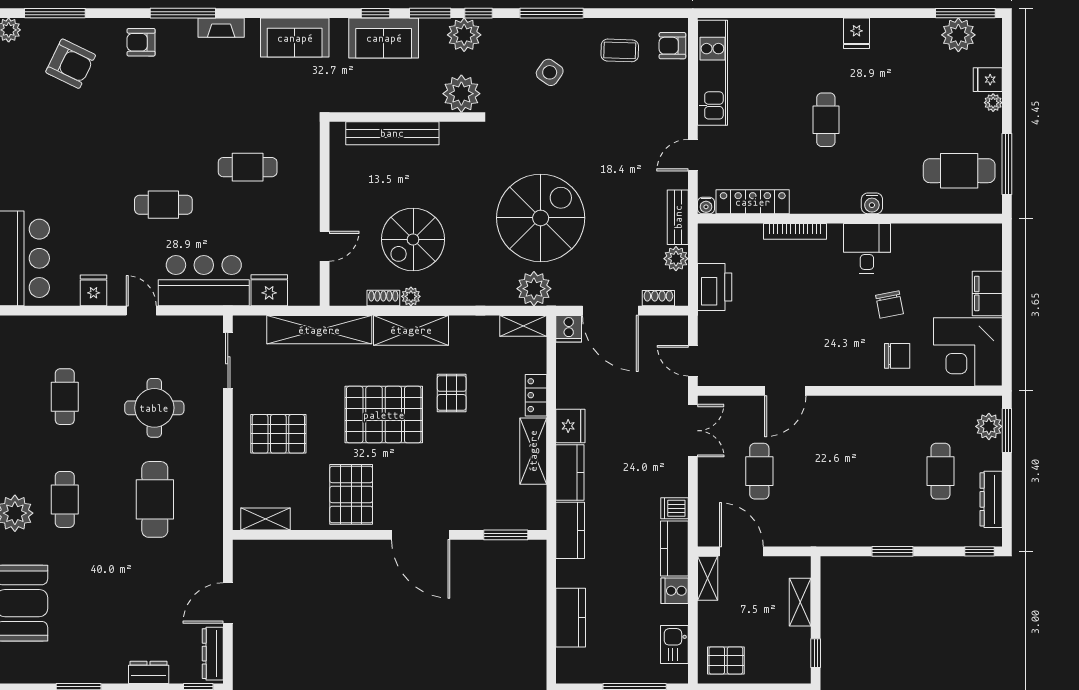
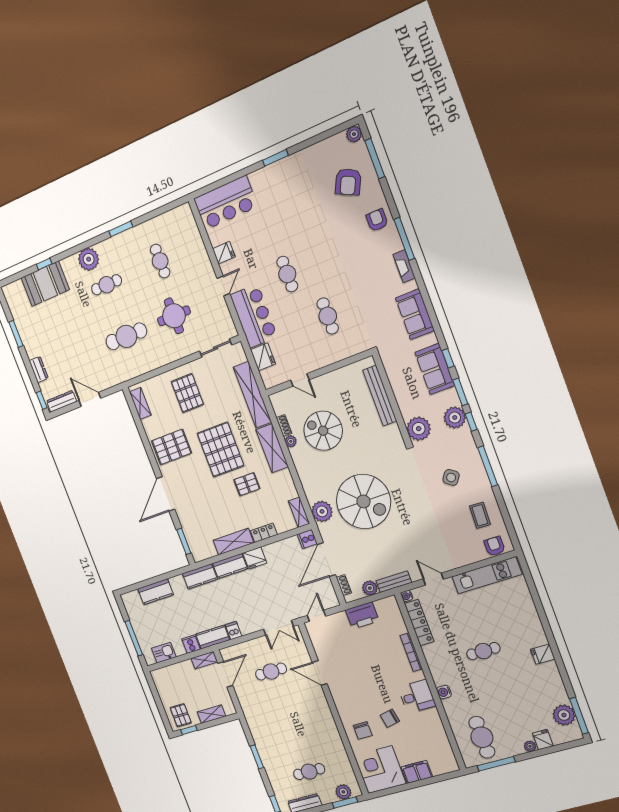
cafe table: (65, 397) -> (160, 261), turned 90
pallet: (726, 660) -> (181, 715), moved

